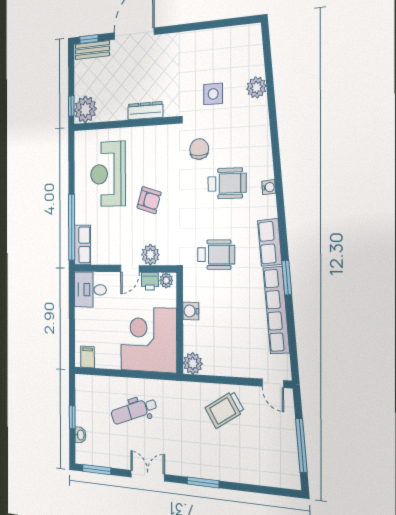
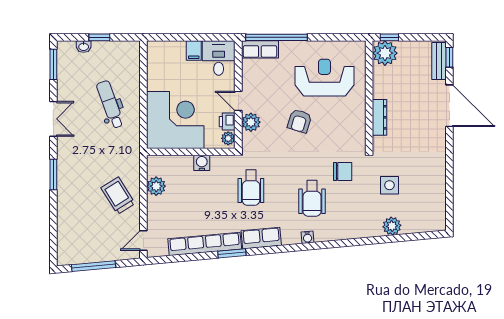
filing cabinet: (88, 357) -> (194, 50), moved, turned 90
plant: (193, 363) -> (156, 186), moved

